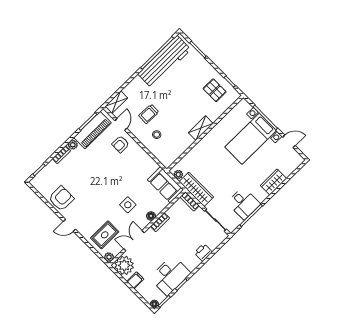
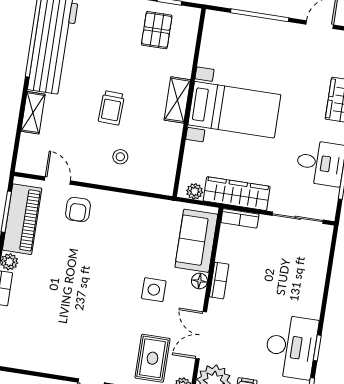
pallet: (215, 90) -> (157, 30), turned 90
shelving: (116, 102) -> (33, 113), moved
trolley: (149, 114) -> (111, 108), moved
bed with nightstands: (251, 139) -> (234, 110), moved, turned -90
sofa: (165, 185) -> (196, 241), moved, turned 90
armchair: (61, 199) -> (50, 352), removed
printer: (203, 252) -> (314, 278), removed

